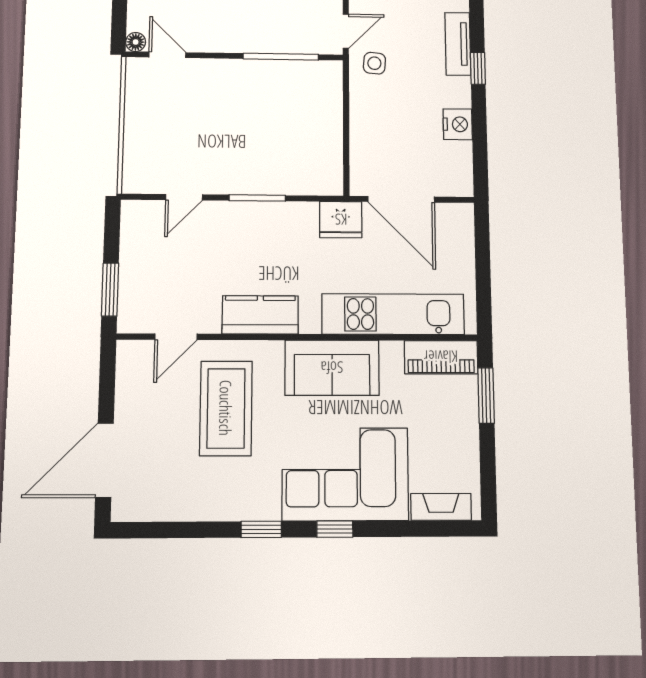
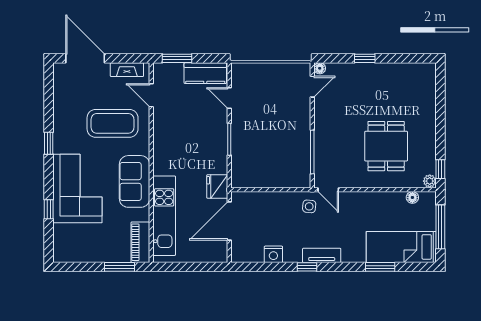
kitchen counter: (260, 315) -> (205, 73), moved, turned 90
fireplace: (441, 507) -> (127, 70), moved, turned 90
window: (335, 529) -> (49, 209), moved

